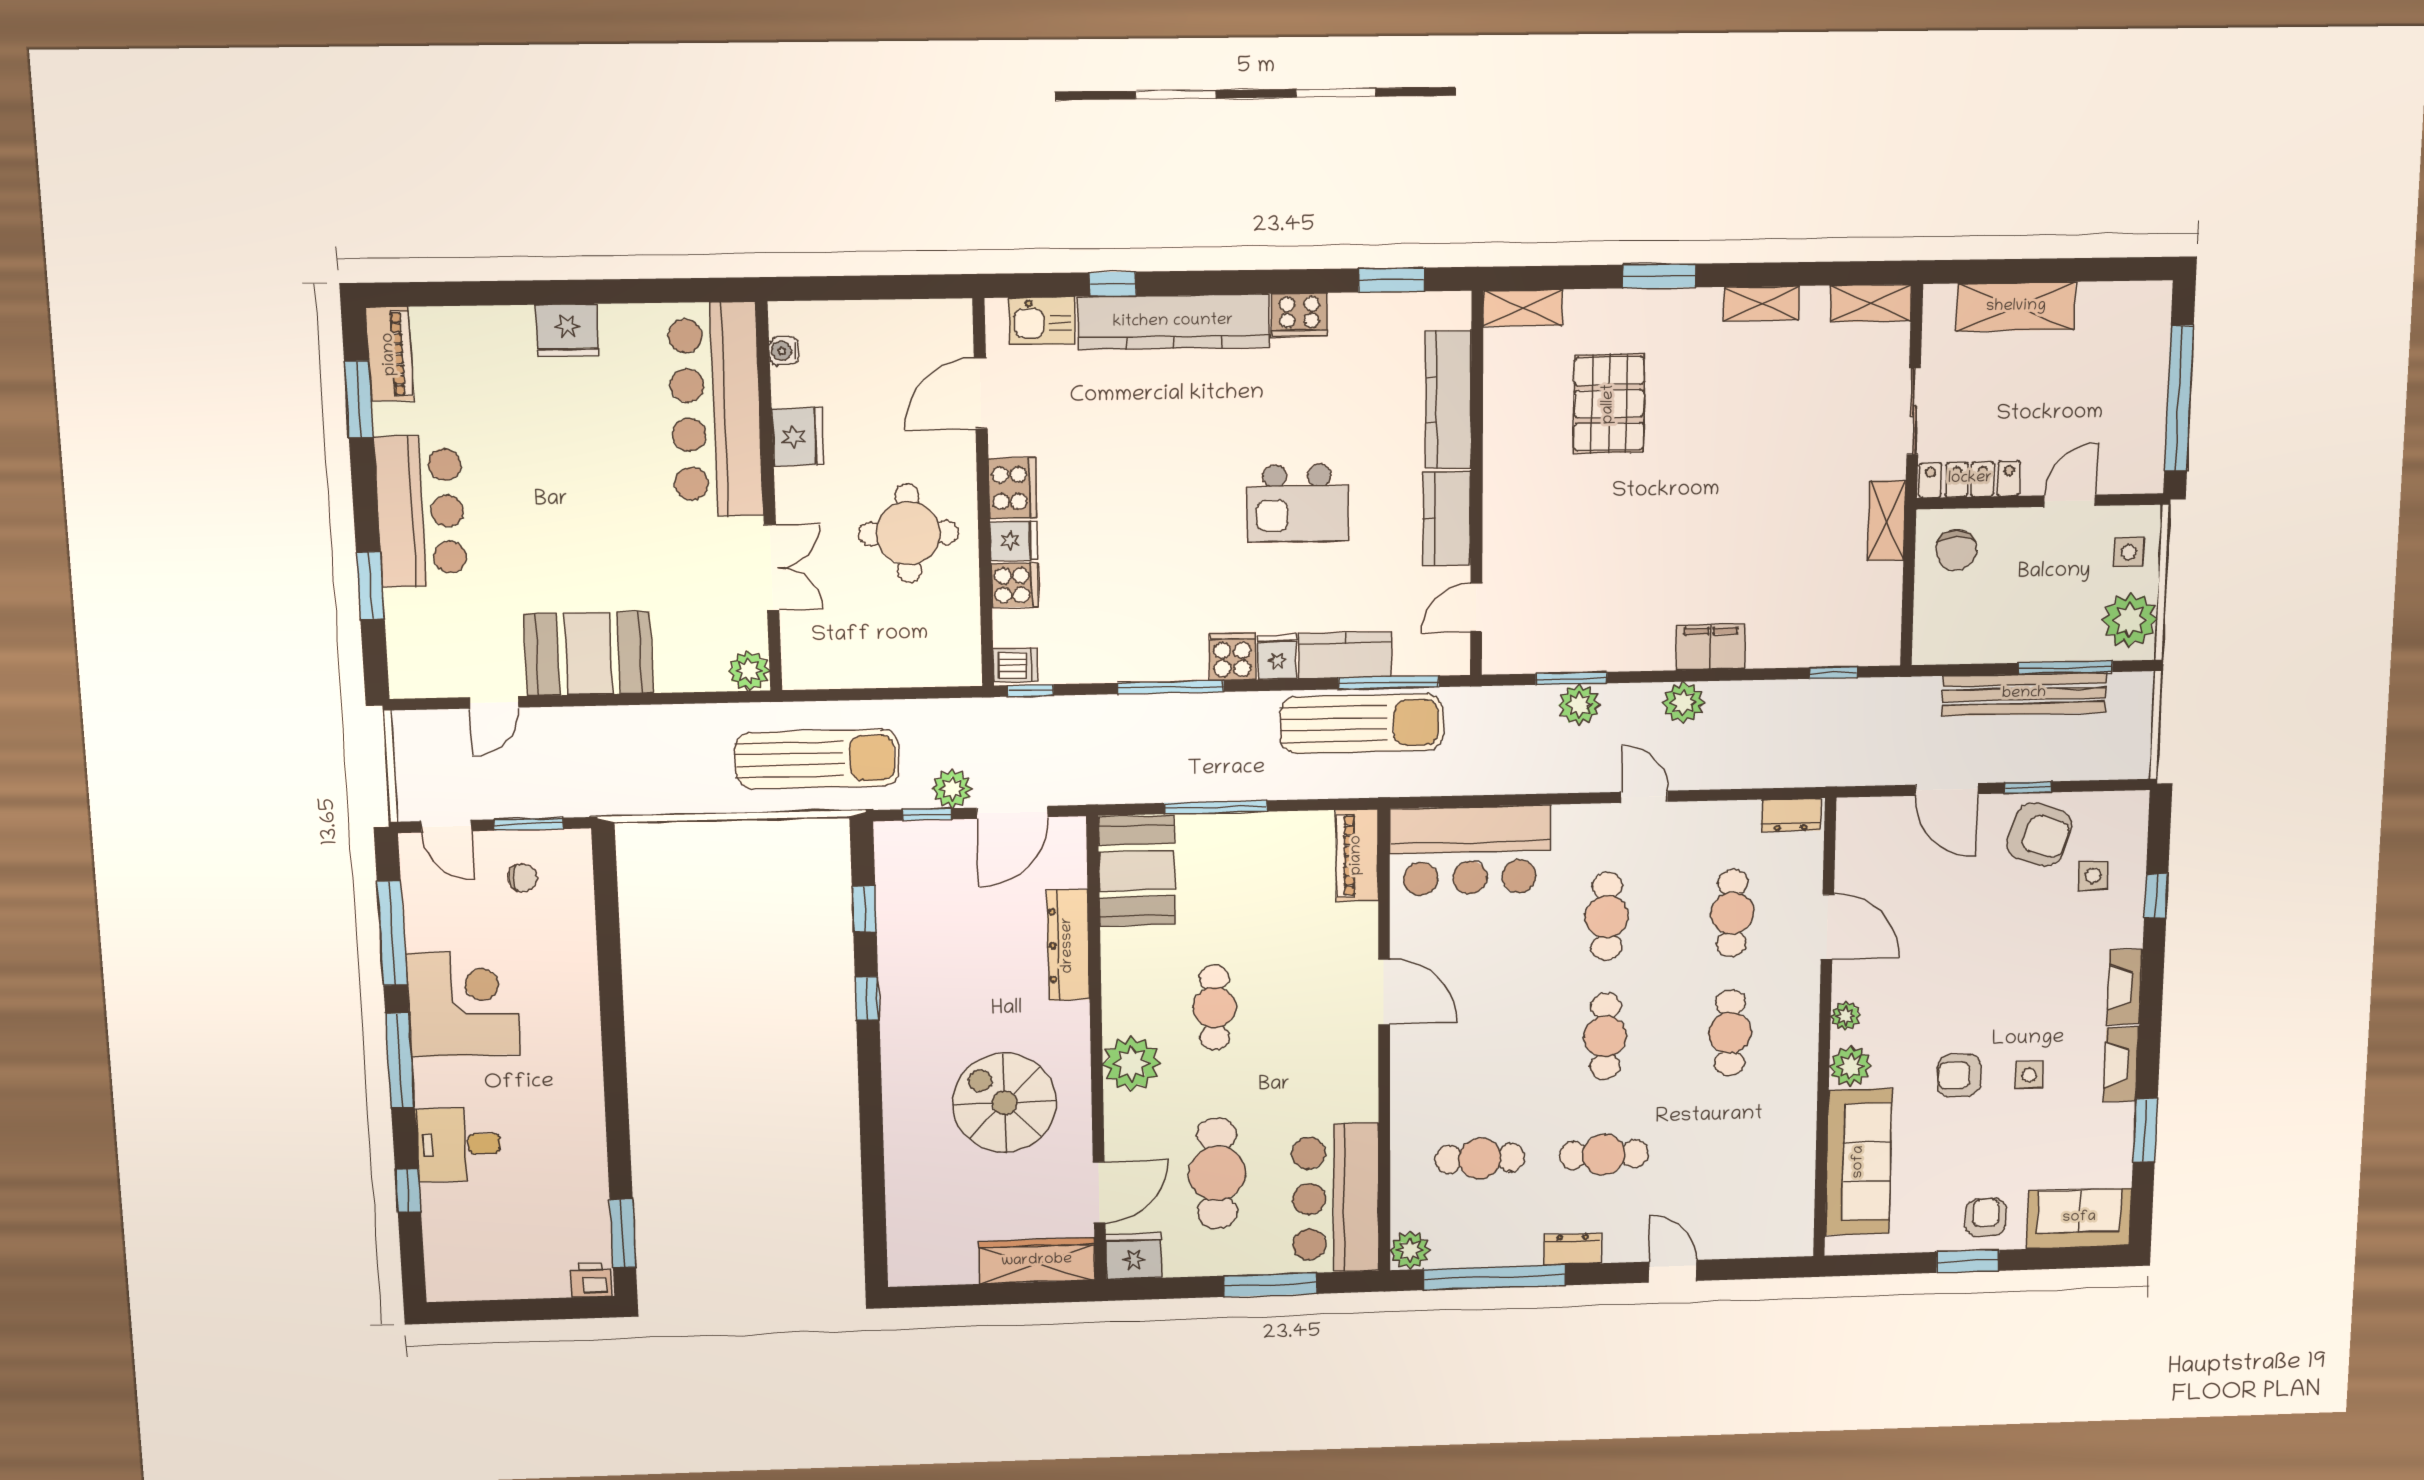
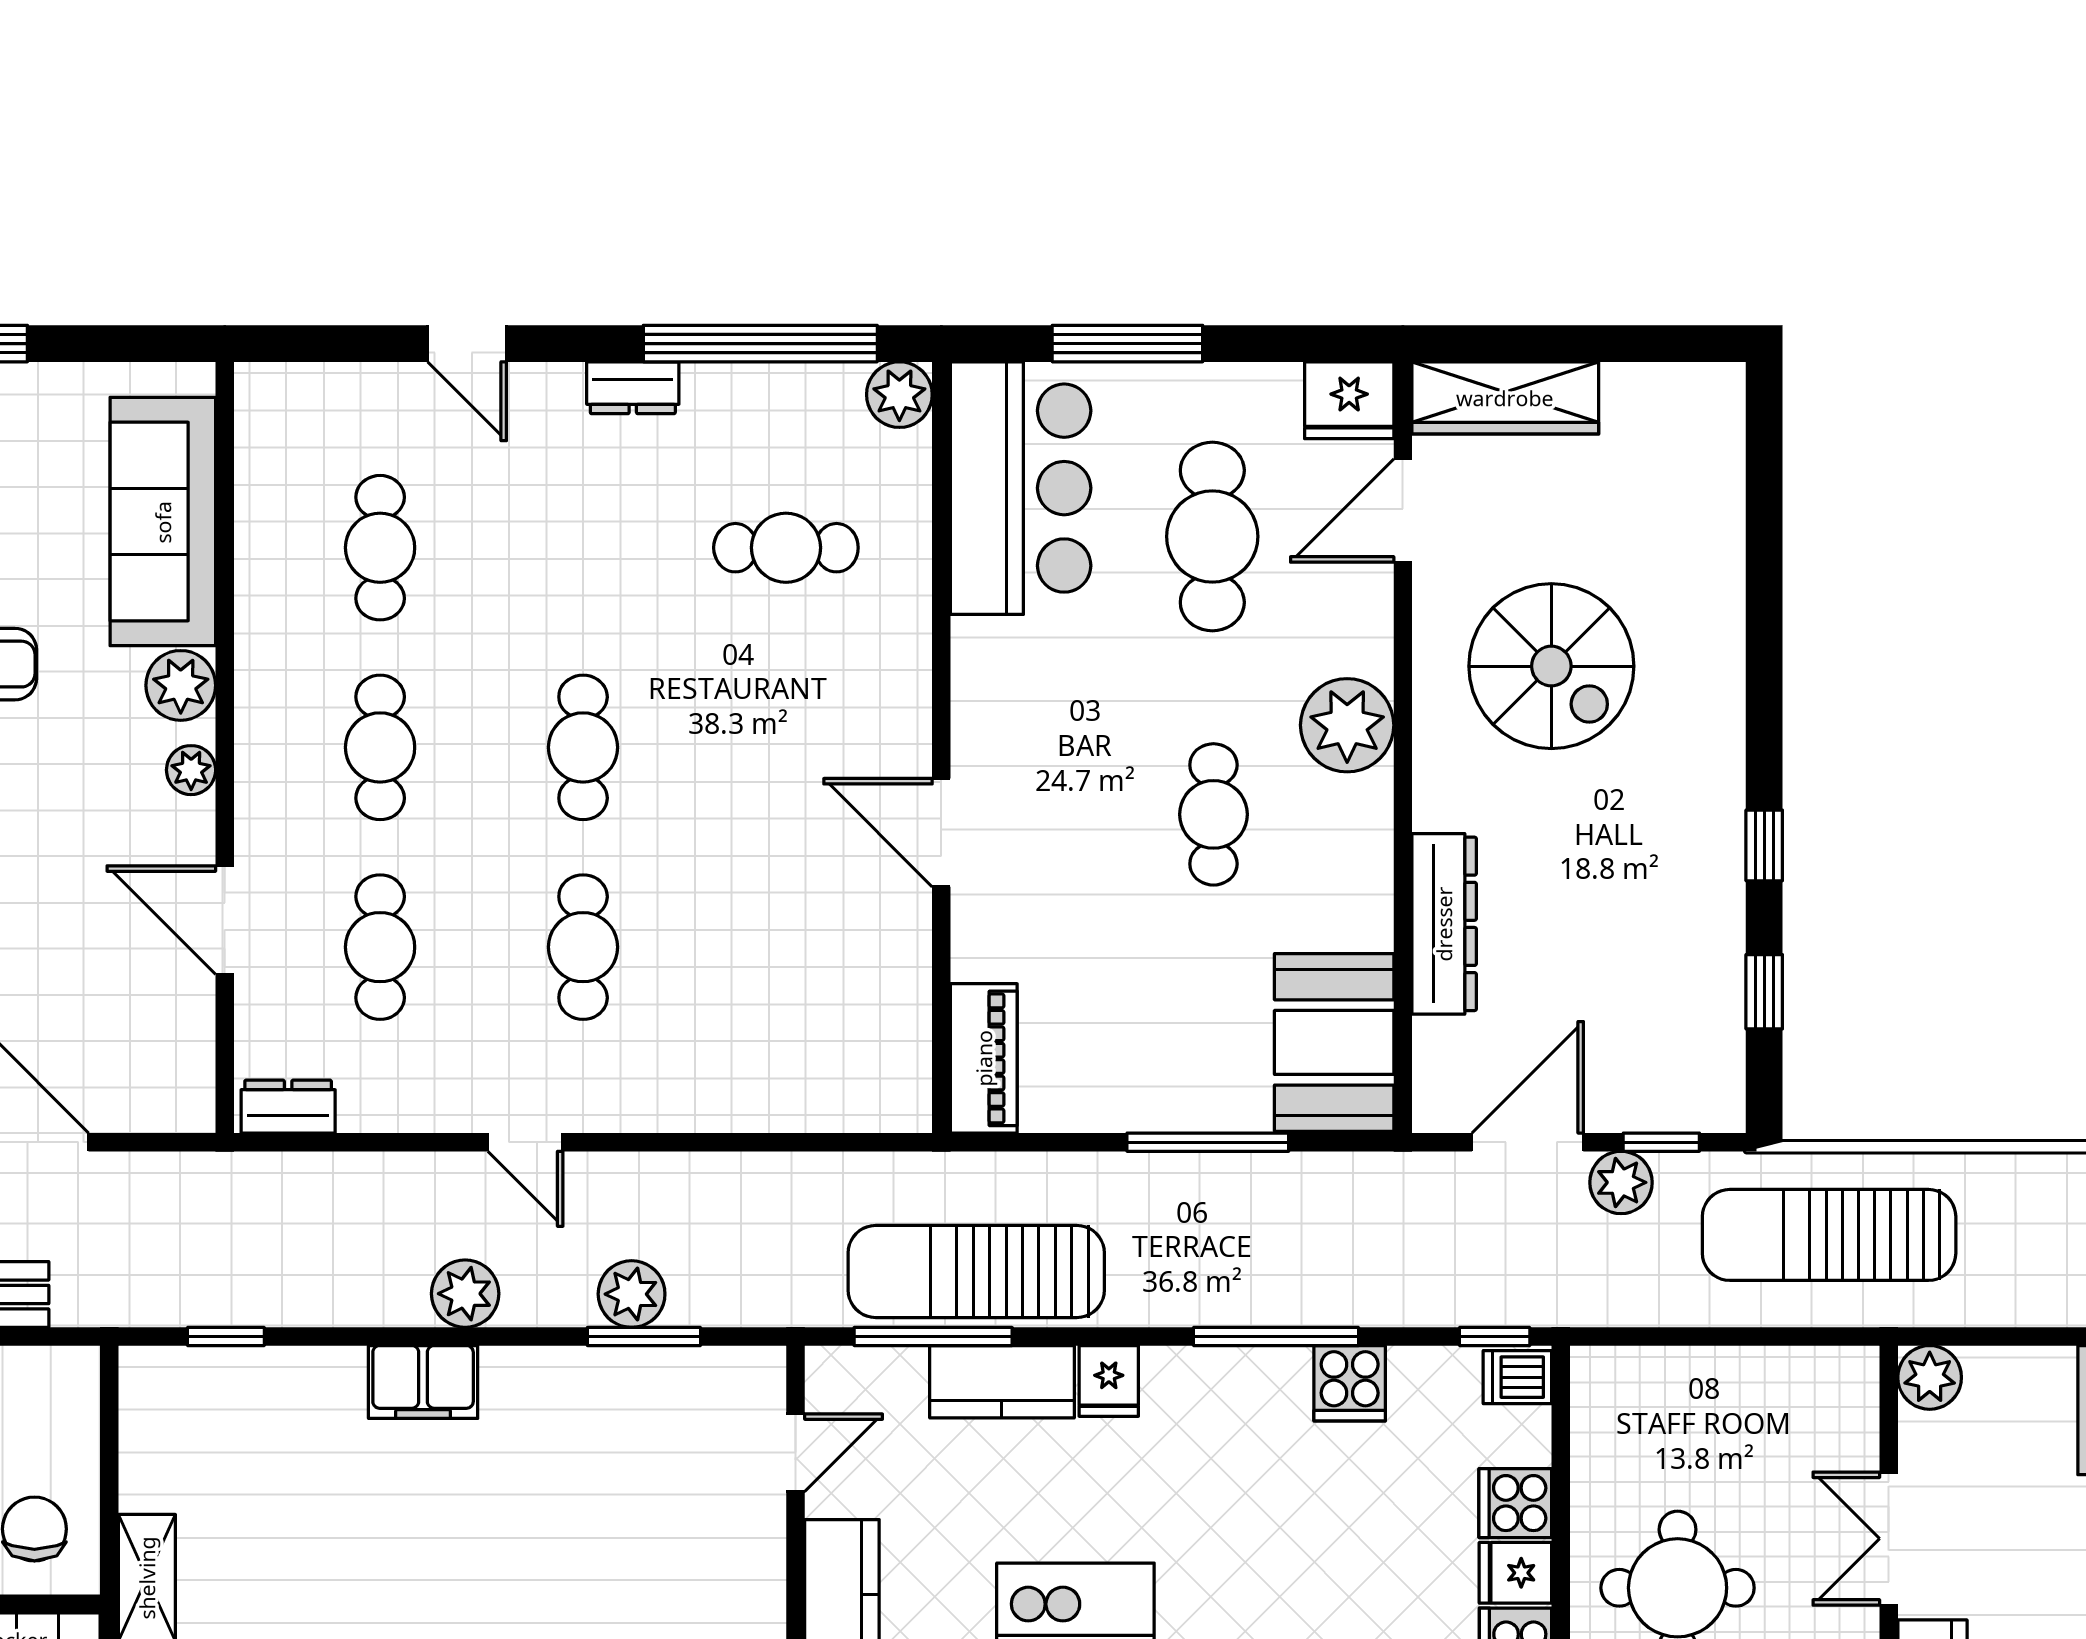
cooker: (1232, 657) -> (1350, 1383), moved
bar counter: (1470, 850) -> (804, 1062), removed
cafe table: (1604, 1155) -> (380, 548), moved, turned 90

